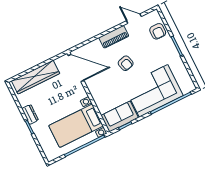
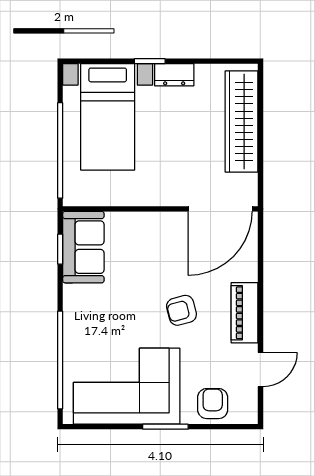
armchair: (158, 31) -> (213, 404), turned 90
corner sofa: (154, 91) -> (127, 386), moved, turned -90
bed with nightstands: (76, 126) -> (108, 117), moved, turned 180

